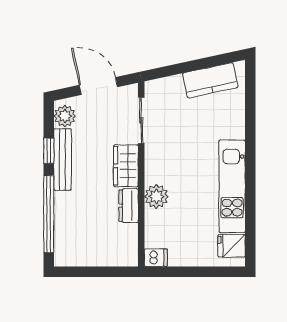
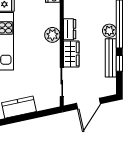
door: (98, 86) -> (88, 104), hinge flipped
plant: (65, 116) -> (109, 31), moved

